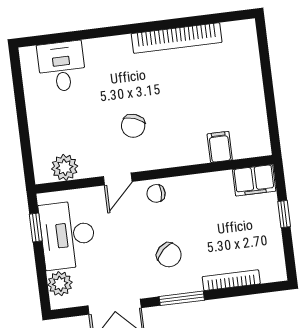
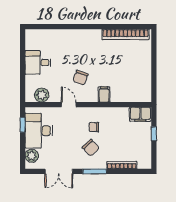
bookcase: (177, 38) -> (125, 34), moved
desk: (62, 67) -> (38, 62), moved, turned -90
filing cabinet: (220, 147) -> (104, 94), moved
door: (118, 179) -> (69, 105), swing flipped
chair: (156, 193) -> (94, 127), moved

